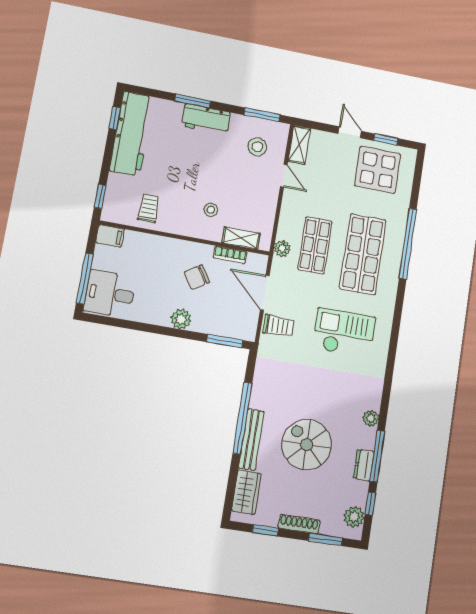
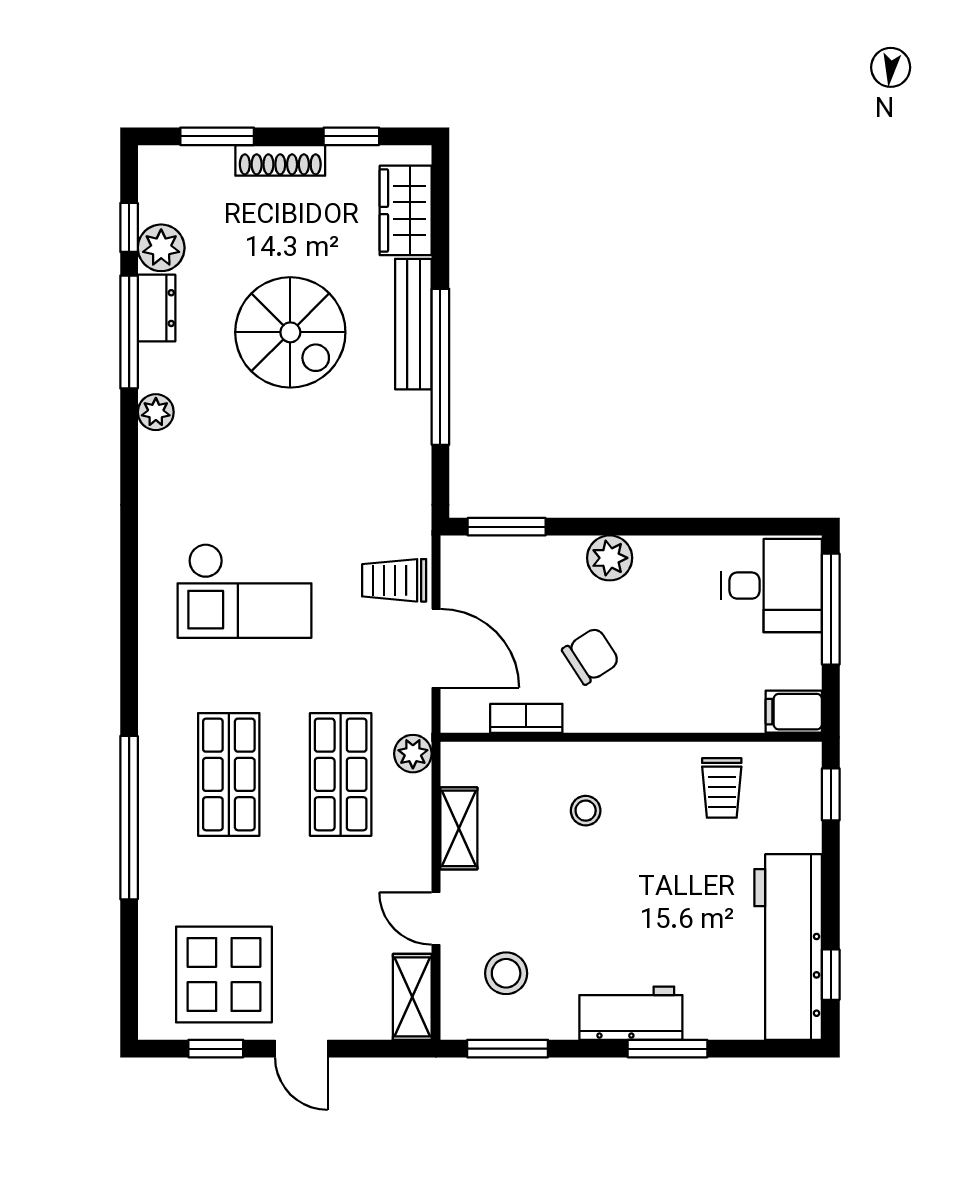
shelving: (241, 238) -> (459, 828), moved, turned 90
shop shelf: (363, 254) -> (229, 774), width x0.70, depth x0.74
plant: (354, 517) -> (161, 248), moved

